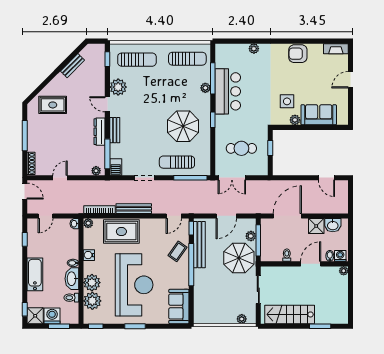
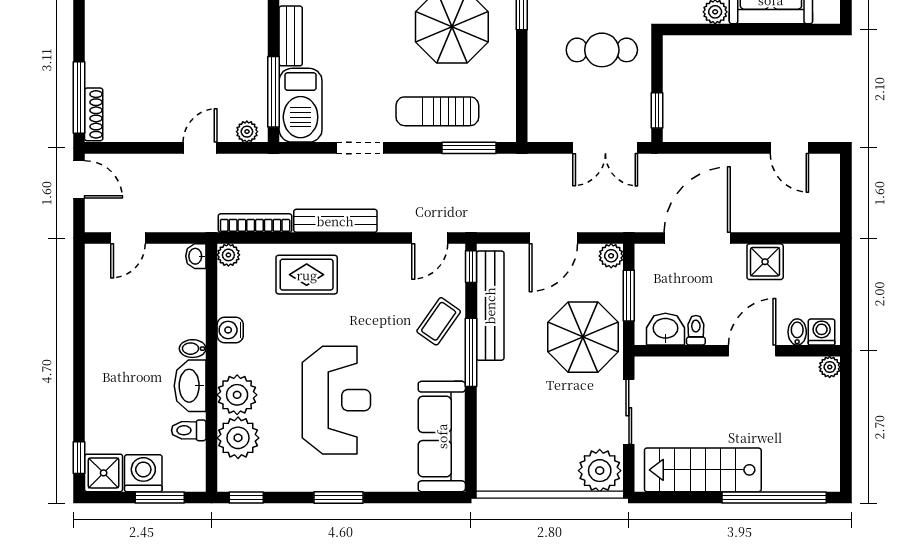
dresser: (100, 132) -> (255, 40), removed
window: (25, 136) -> (79, 97), moved
cafe table: (241, 148) -> (602, 50), moved
window: (270, 148) -> (657, 110), moved
barbecue: (116, 167) -> (301, 105), width x1.88, depth x1.53
door: (60, 178) -> (200, 148), moved
window: (190, 178) -> (469, 148), width x0.69
double door: (232, 178) -> (605, 148), moved
washbasin: (333, 225) -> (665, 329), moved, turned 180
rug: (121, 232) -> (307, 275), width x0.73, depth x0.70
plant: (251, 236) -> (611, 256), moved
window: (25, 239) -> (79, 293), removed
window: (258, 240) -> (629, 296), width x0.69
window: (191, 265) -> (471, 352), width x0.68
bathtub: (35, 274) -> (103, 375), removed
reception desk: (134, 285) -> (336, 400), width x0.74, depth x0.77
sofa: (179, 307) -> (442, 436), width x1.36
plant: (242, 319) -> (600, 471), width x1.88, depth x1.88
window: (320, 326) -> (774, 497), width x2.11

